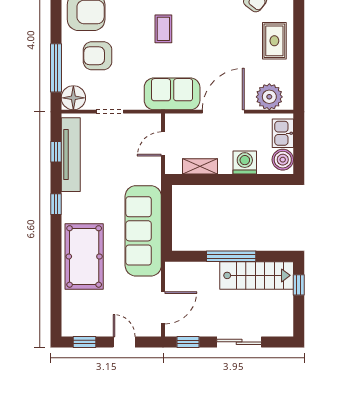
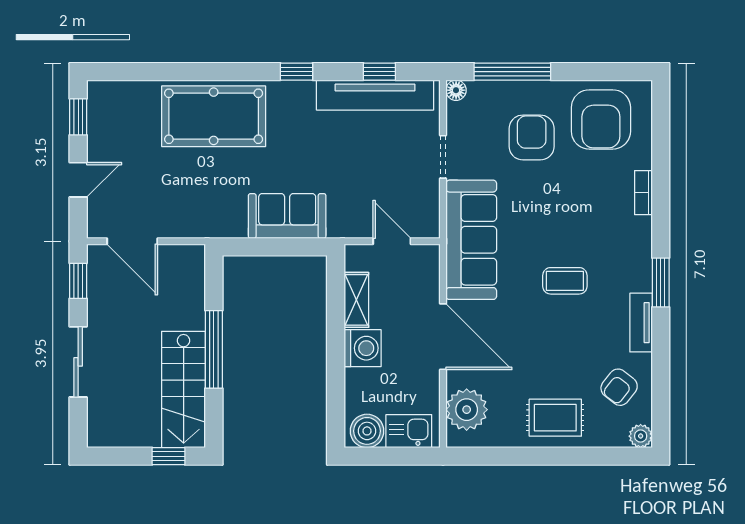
coffee table: (163, 29) -> (565, 281), moved
sofa: (172, 94) -> (471, 240), width x1.36
floor lamp: (73, 98) -> (456, 90), width x0.53, depth x0.53
washing machine: (245, 162) -> (363, 348), moved
sofa: (143, 231) -> (287, 216), width x0.54, depth x0.79

